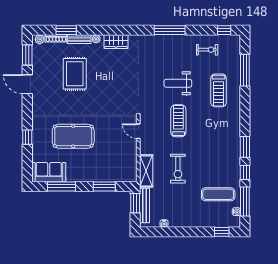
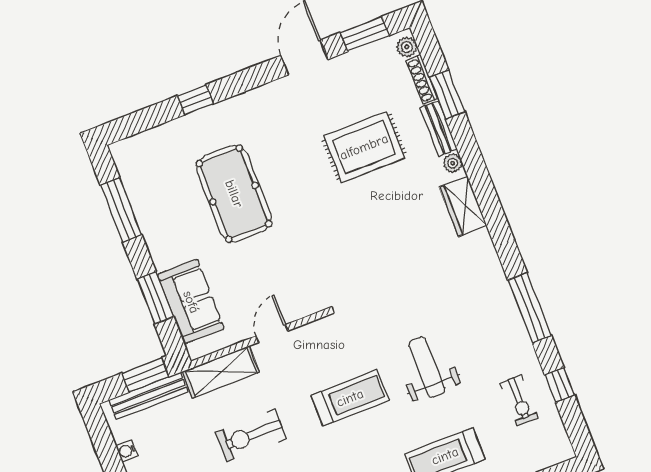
window: (224, 30) -> (560, 385), moved
door: (138, 131) -> (272, 333), moved
sofa: (49, 172) -> (191, 302), moved

